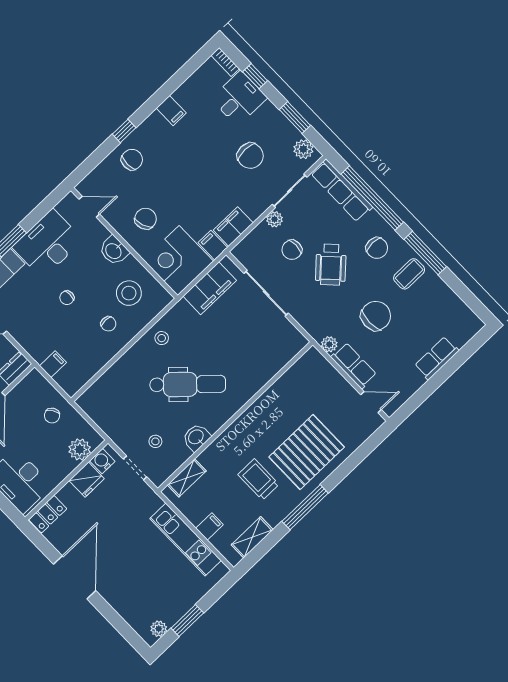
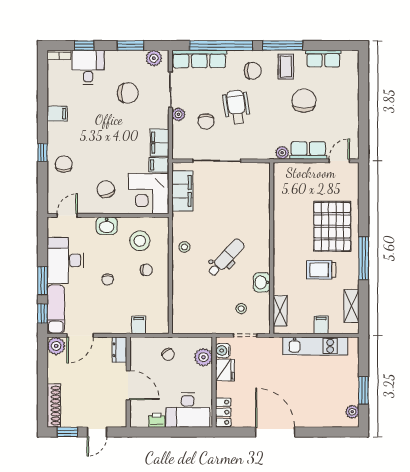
wheelchair: (331, 265) -> (237, 107), turned -144
chair: (376, 316) -> (304, 101), moved
row of seats: (437, 358) -> (323, 59), moved, turned -90
dental chair: (188, 384) -> (226, 258), width x0.73, depth x0.72

